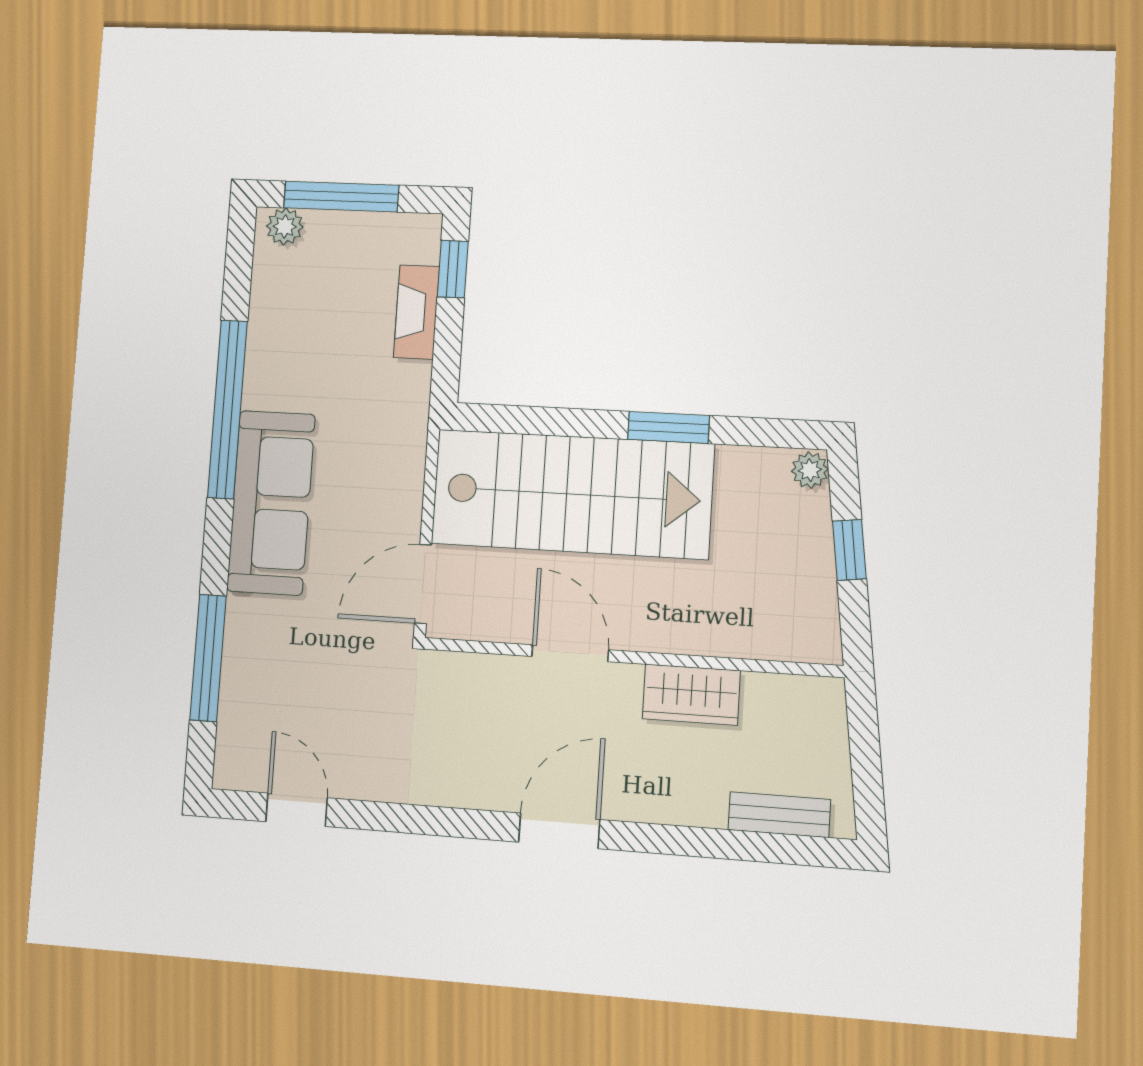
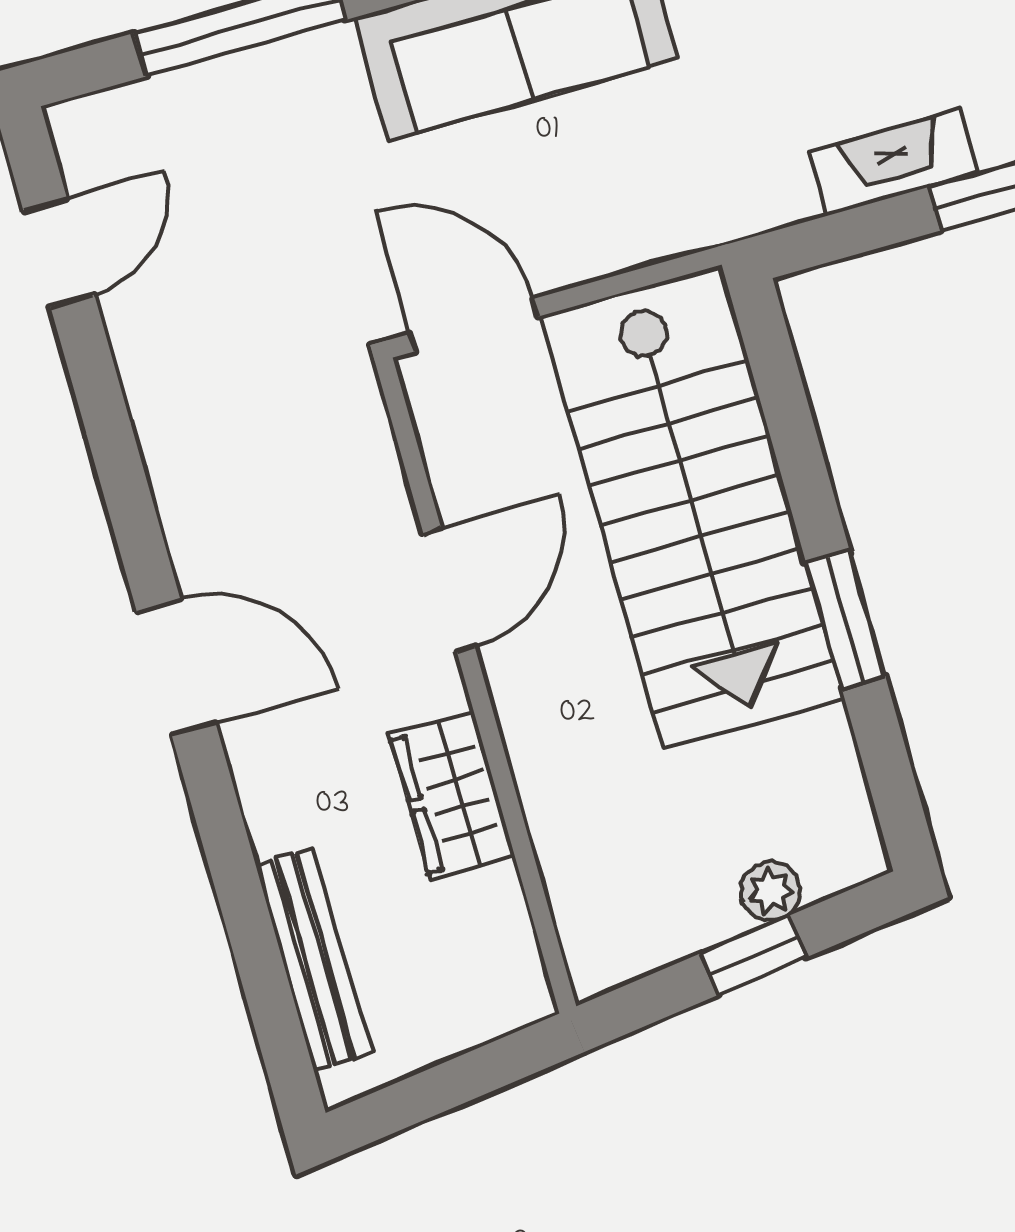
plant: (810, 470) -> (771, 891), moved
bench: (779, 815) -> (313, 959), width x1.36

